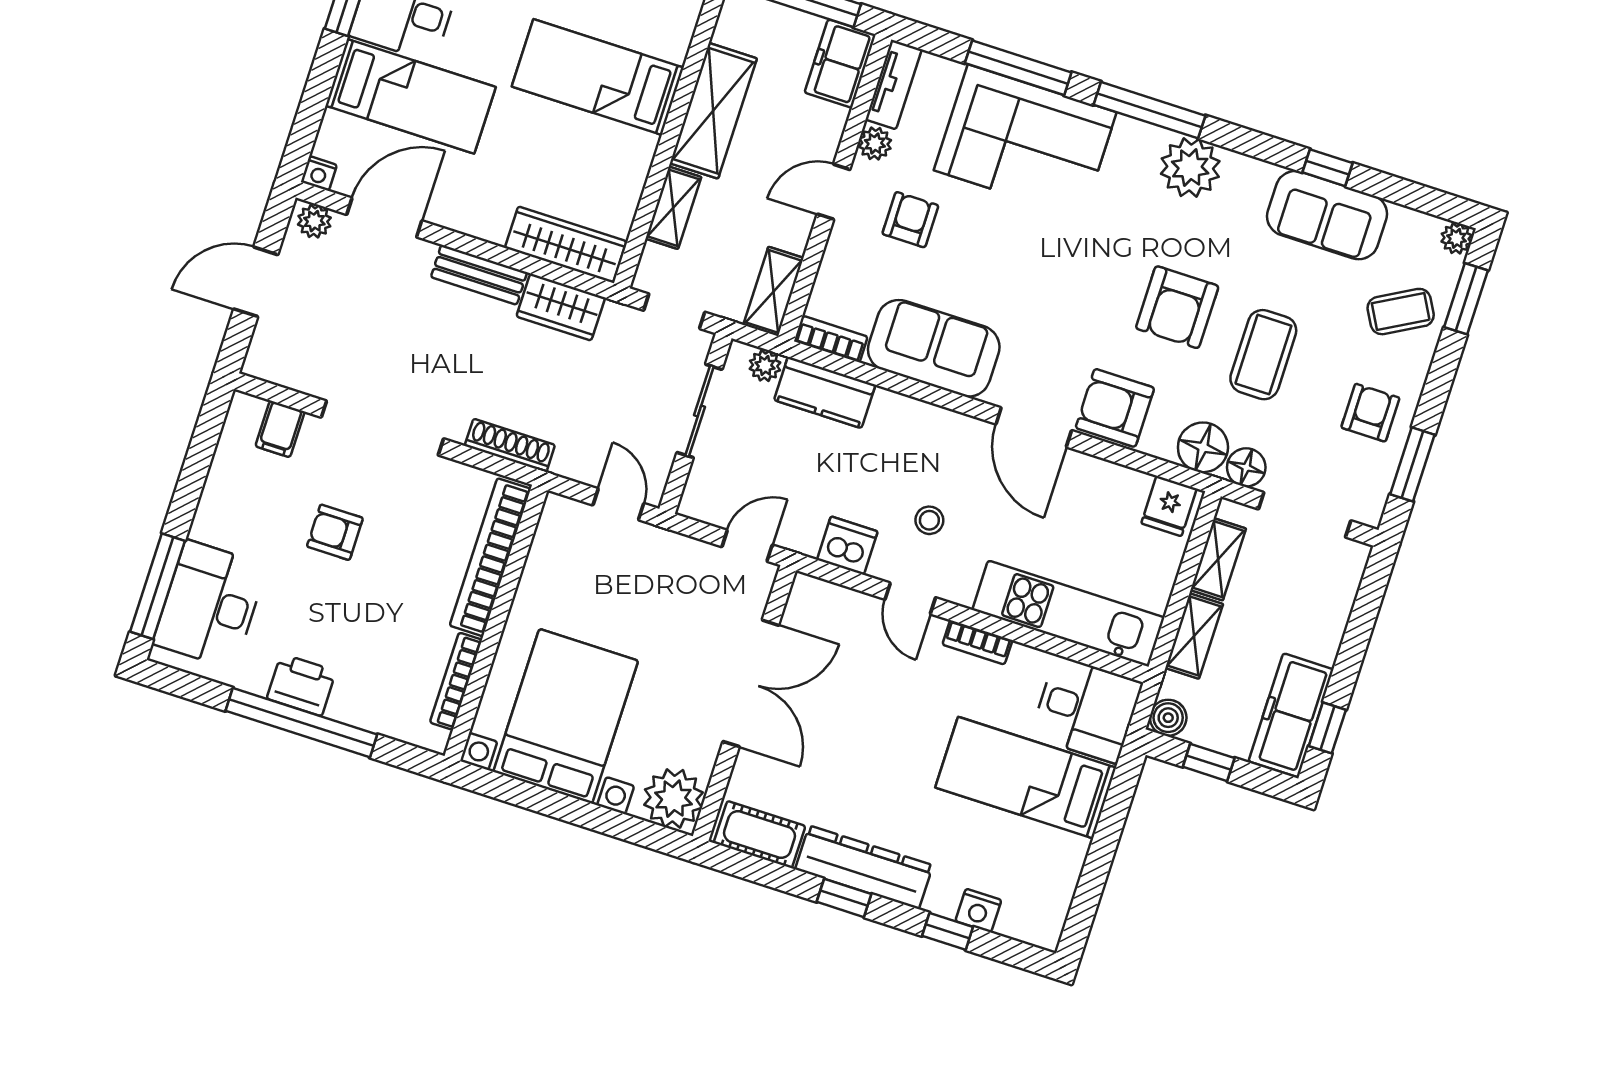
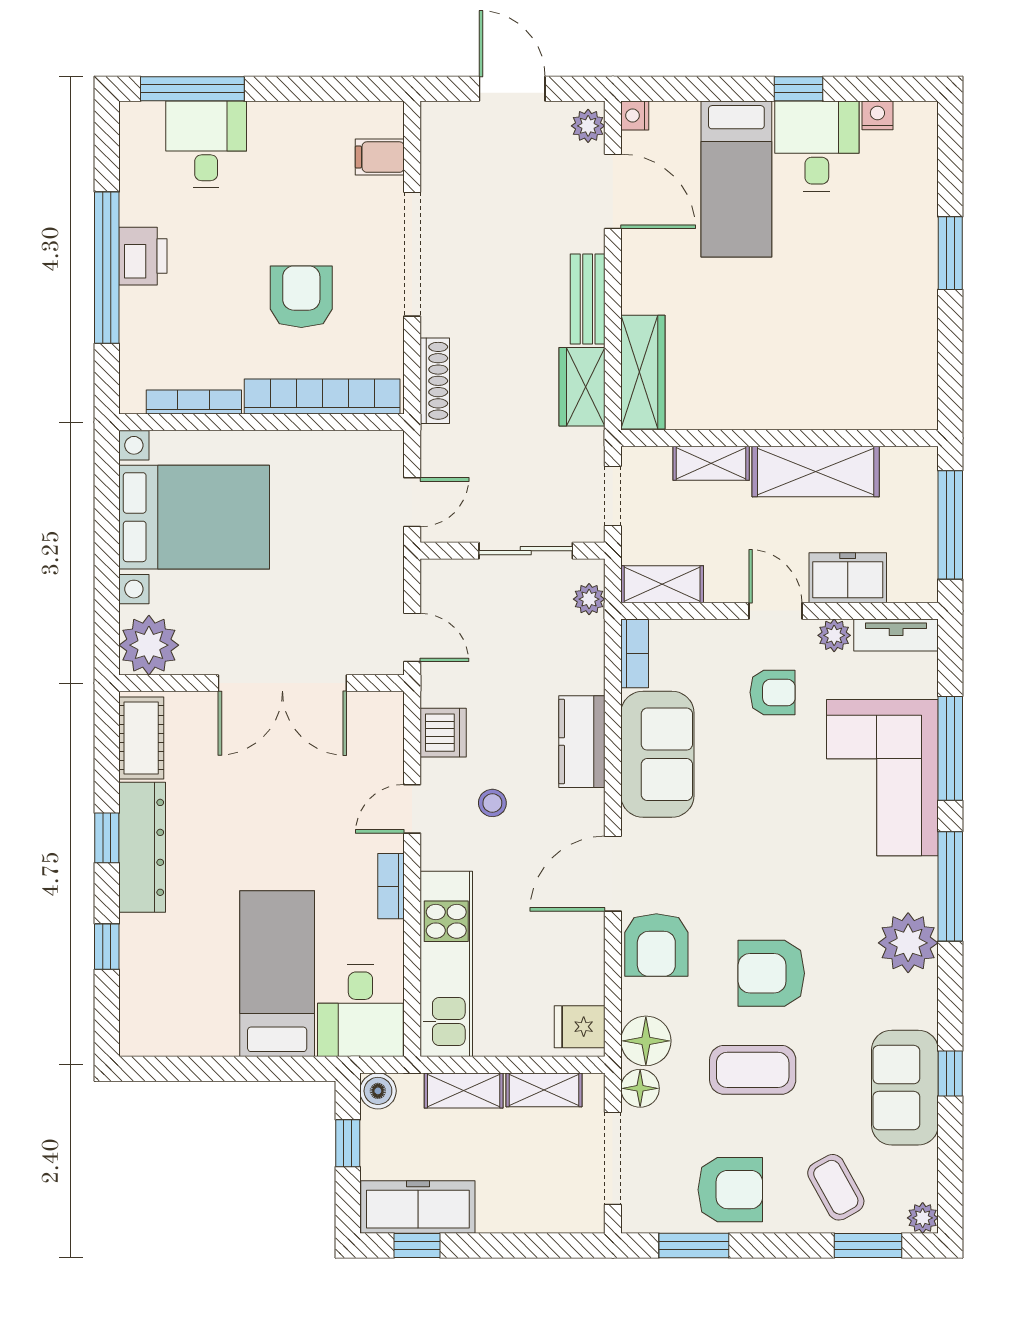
freezer: (840, 64) -> (848, 578), moved
bed: (598, 77) -> (812, 351), removed
kitchen counter: (825, 392) -> (582, 742), moved
armchair: (1115, 408) -> (656, 945), turned 180
armchair: (1370, 413) -> (730, 1190), width x1.38, depth x1.38
armchair: (335, 532) -> (301, 297), moved, width x1.38, depth x1.38
desk: (210, 605) -> (206, 144), width x0.73
nightstand: (978, 911) -> (136, 970), removed

